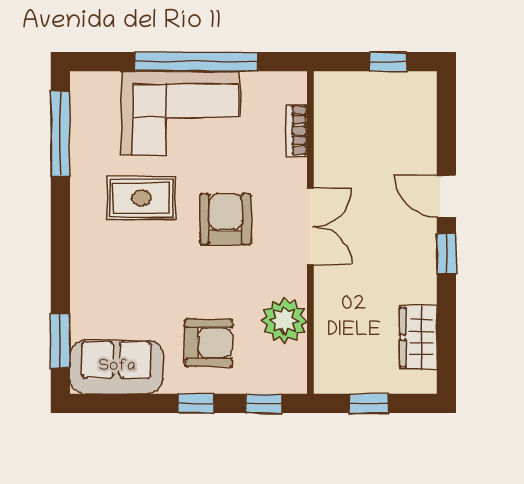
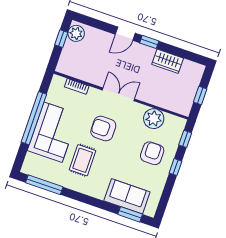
plant: (411, 90) -> (76, 33), added
wardrobe: (418, 337) -> (168, 61), moved
sofa: (117, 367) -> (127, 196), moved, turned 90

